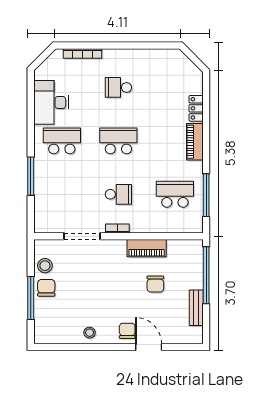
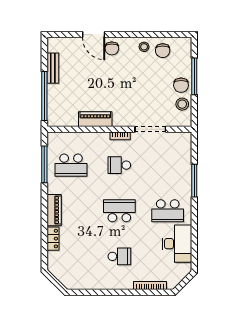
school desk: (118, 141) -> (119, 211), turned 180
chair: (155, 284) -> (163, 51), moved, turned 180

